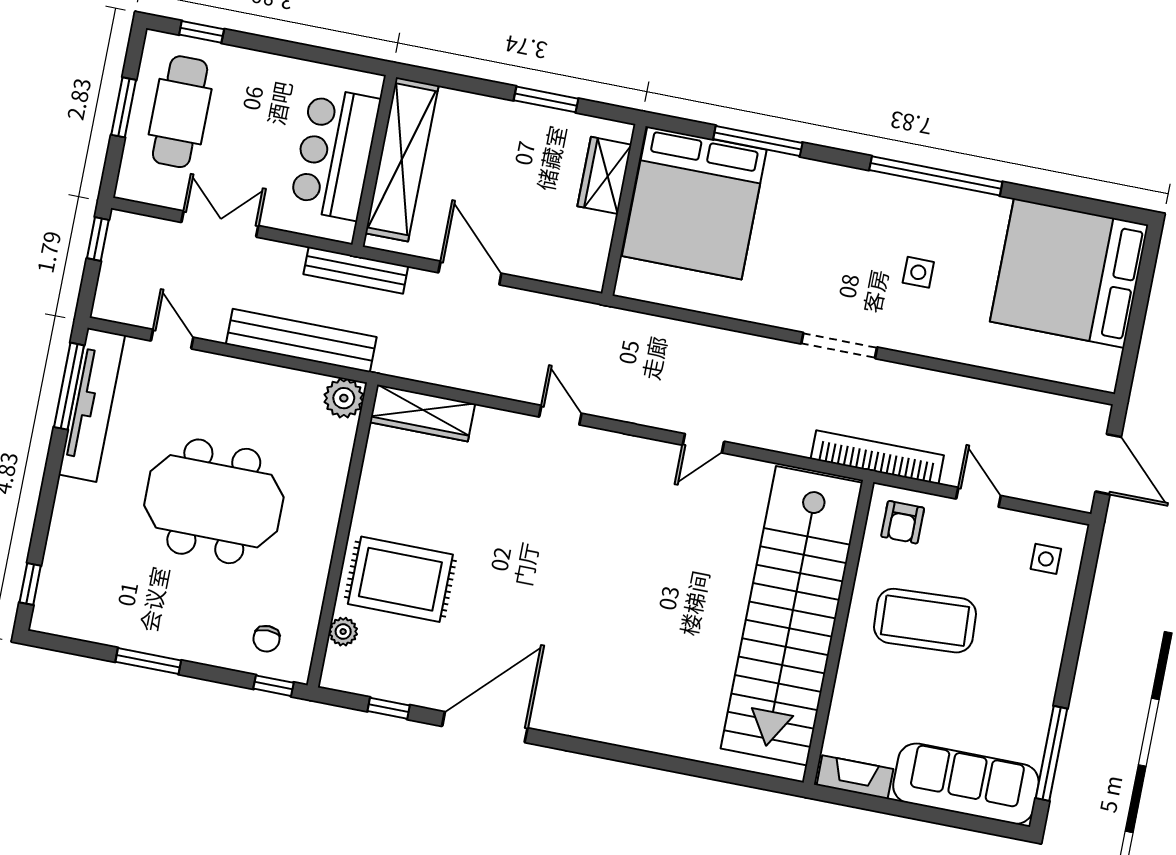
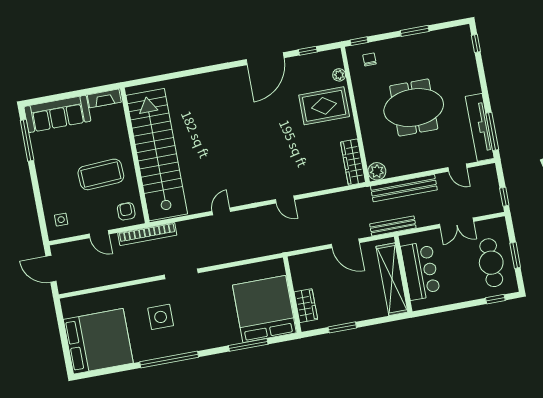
side table: (918, 272) -> (161, 317), width x1.87, depth x1.87
wardrobe: (422, 413) -> (353, 162), moved, turned -90

